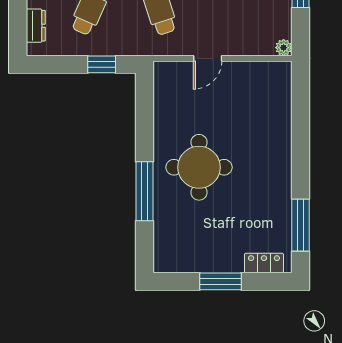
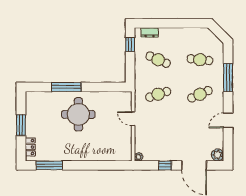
window: (102, 64) -> (130, 45), moved

